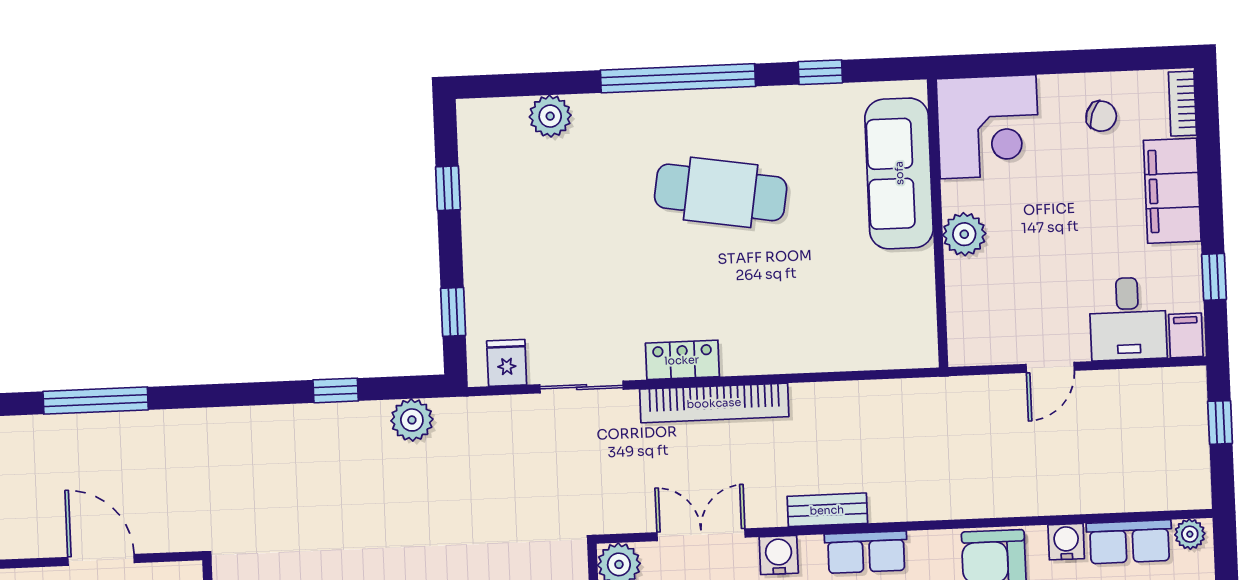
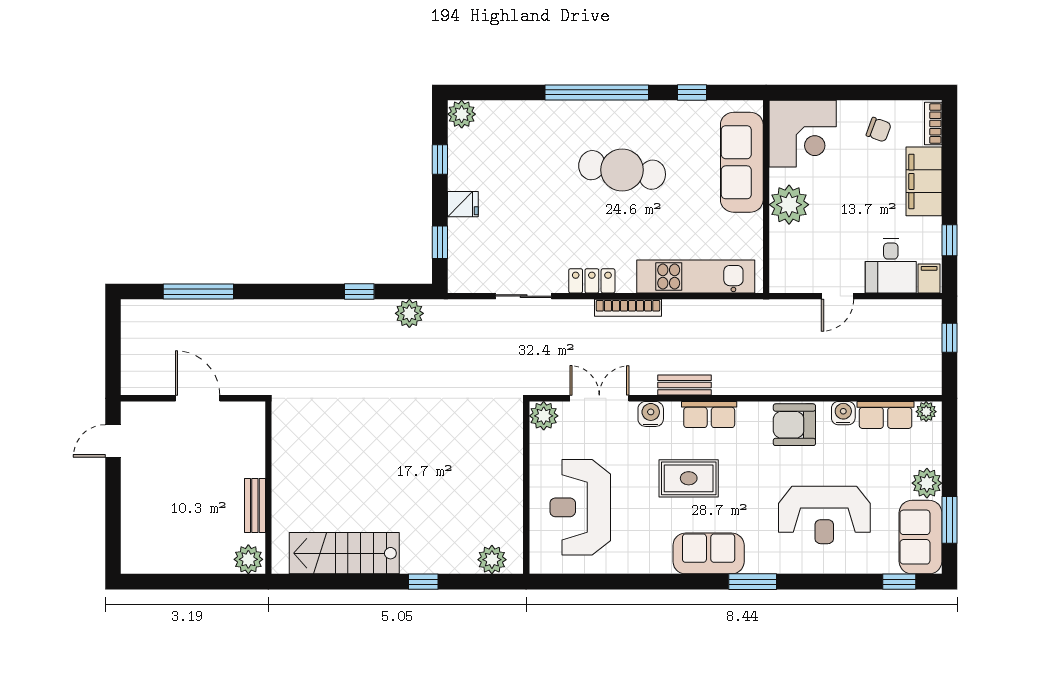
plant: (550, 116) -> (462, 114), moved
plant: (964, 234) -> (789, 205), width x1.36, depth x1.36
kitchen unit: (837, 347) -> (696, 277), added
fridge: (507, 363) -> (463, 204), moved, turned 90
bookcase: (714, 403) -> (628, 308), width x0.68, depth x0.76

